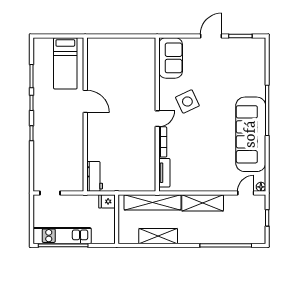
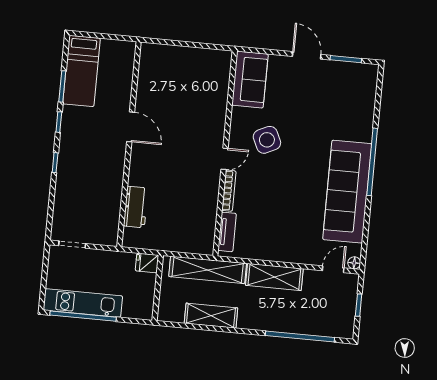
door: (211, 36) -> (307, 55), hinge flipped
bed: (65, 63) -> (81, 71), moved
workbench: (95, 176) -> (136, 207), moved

